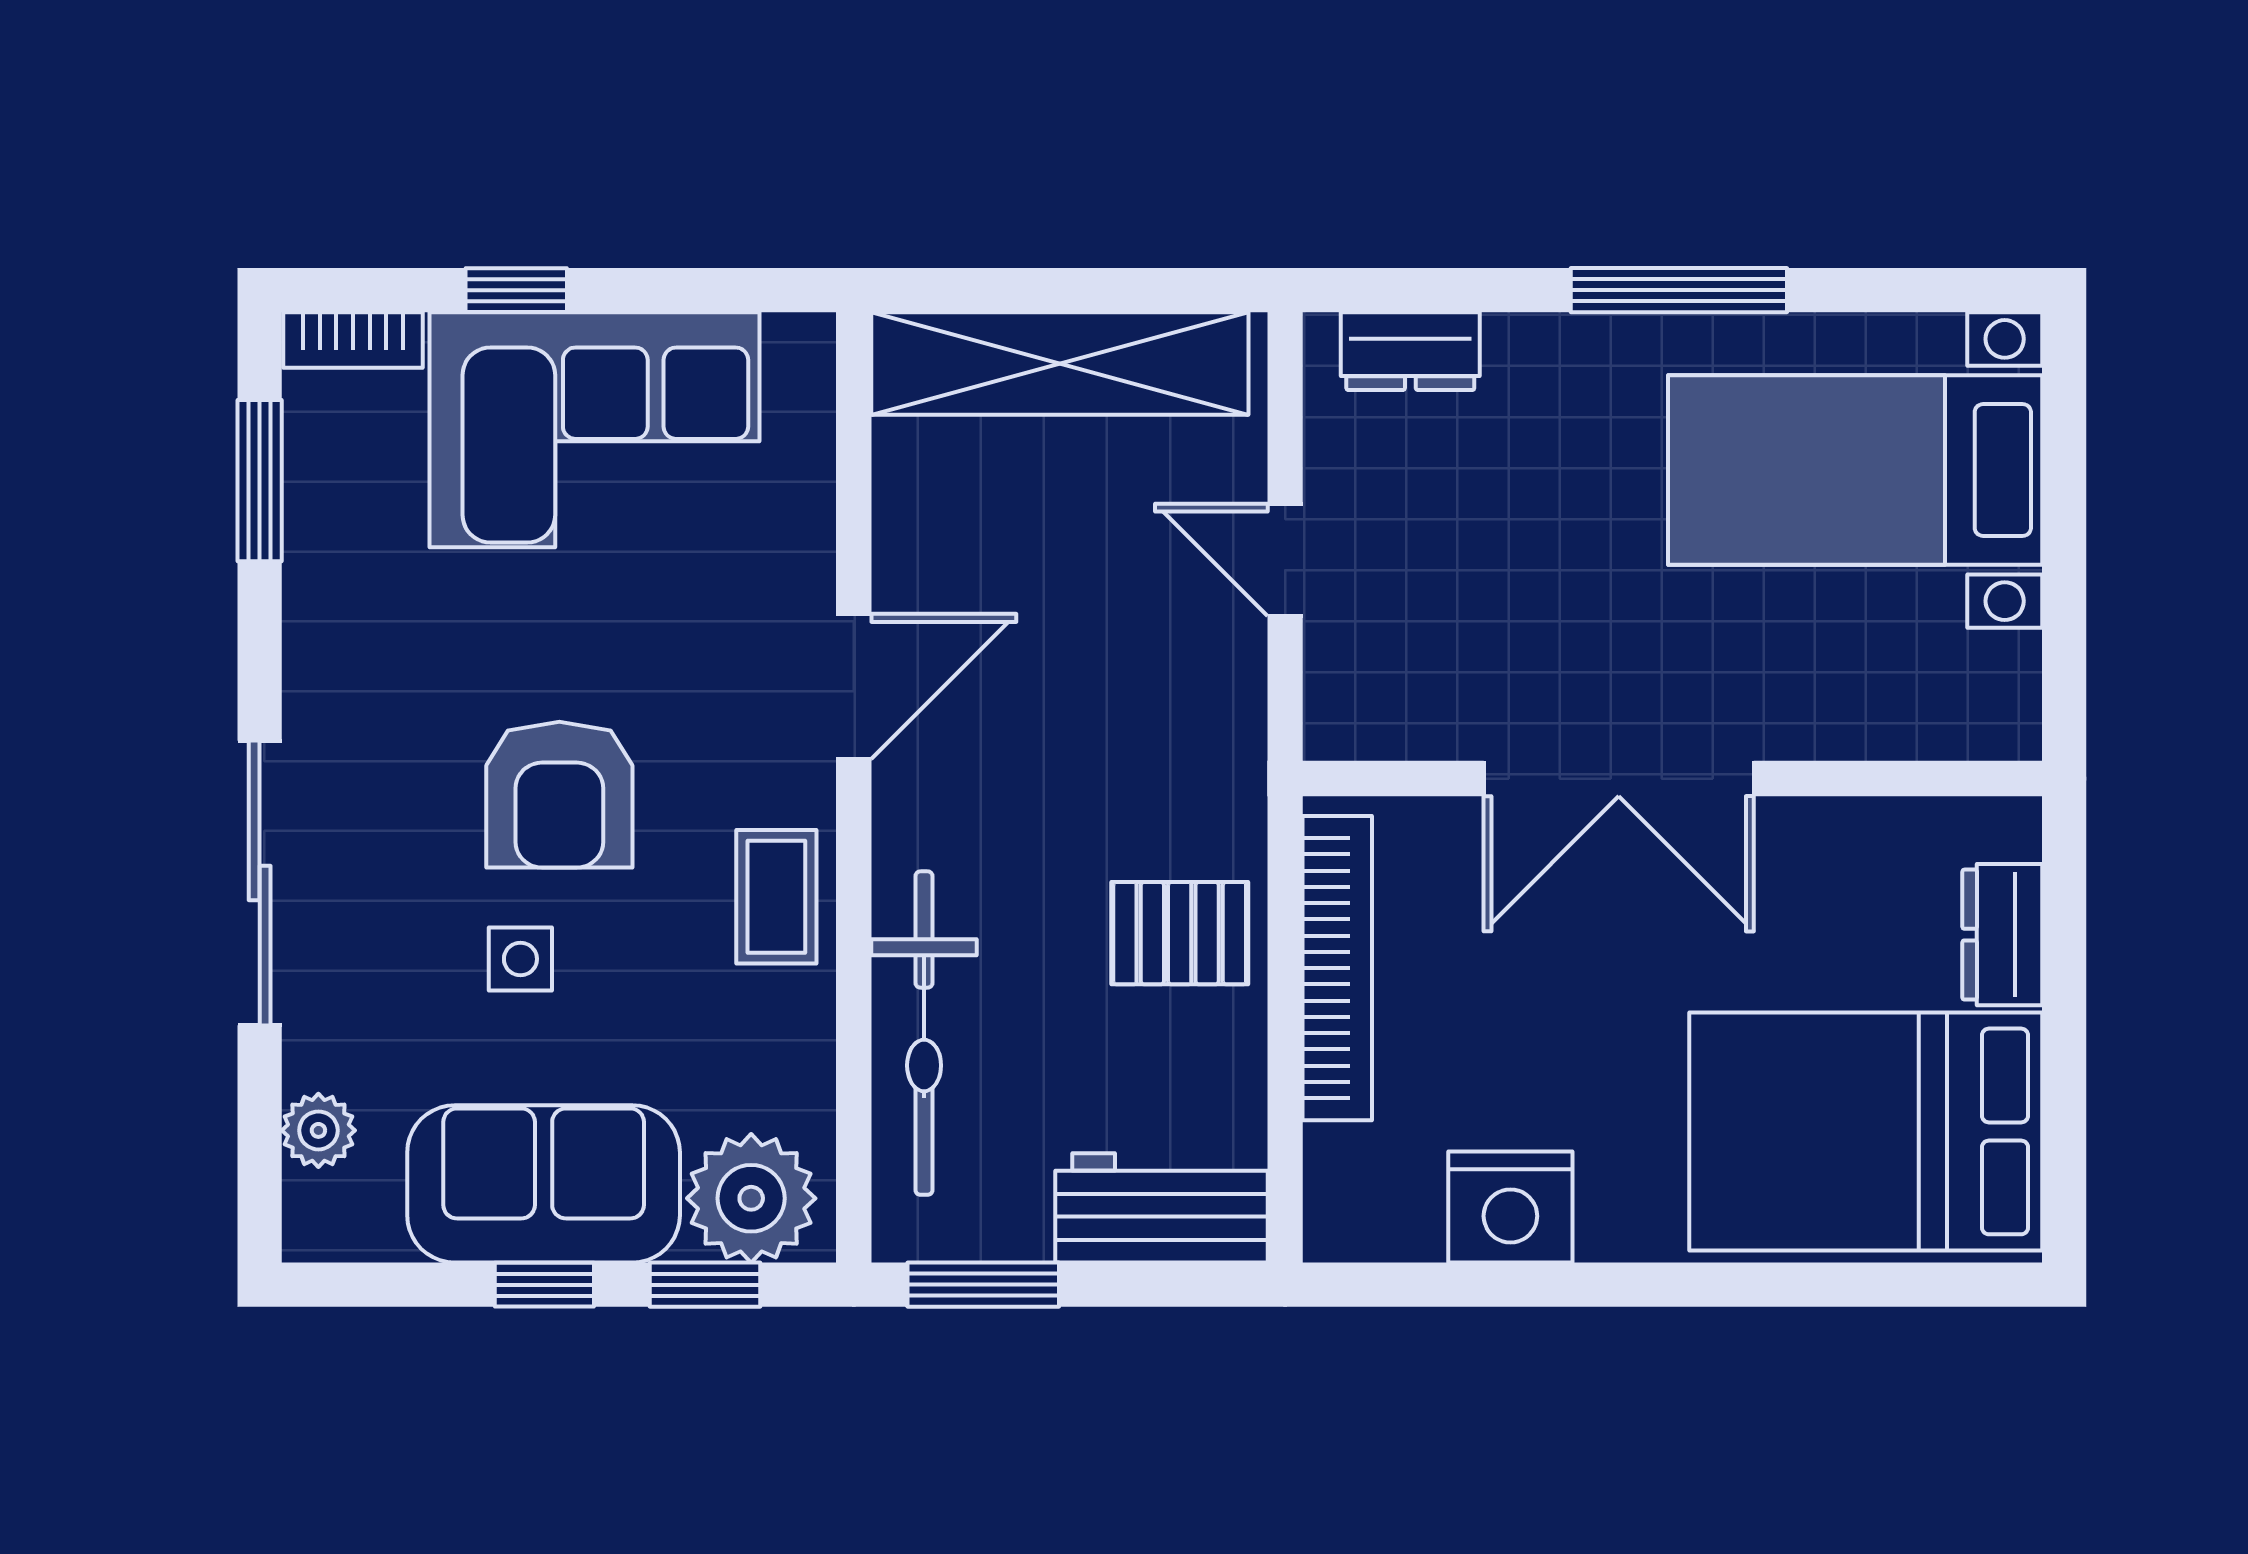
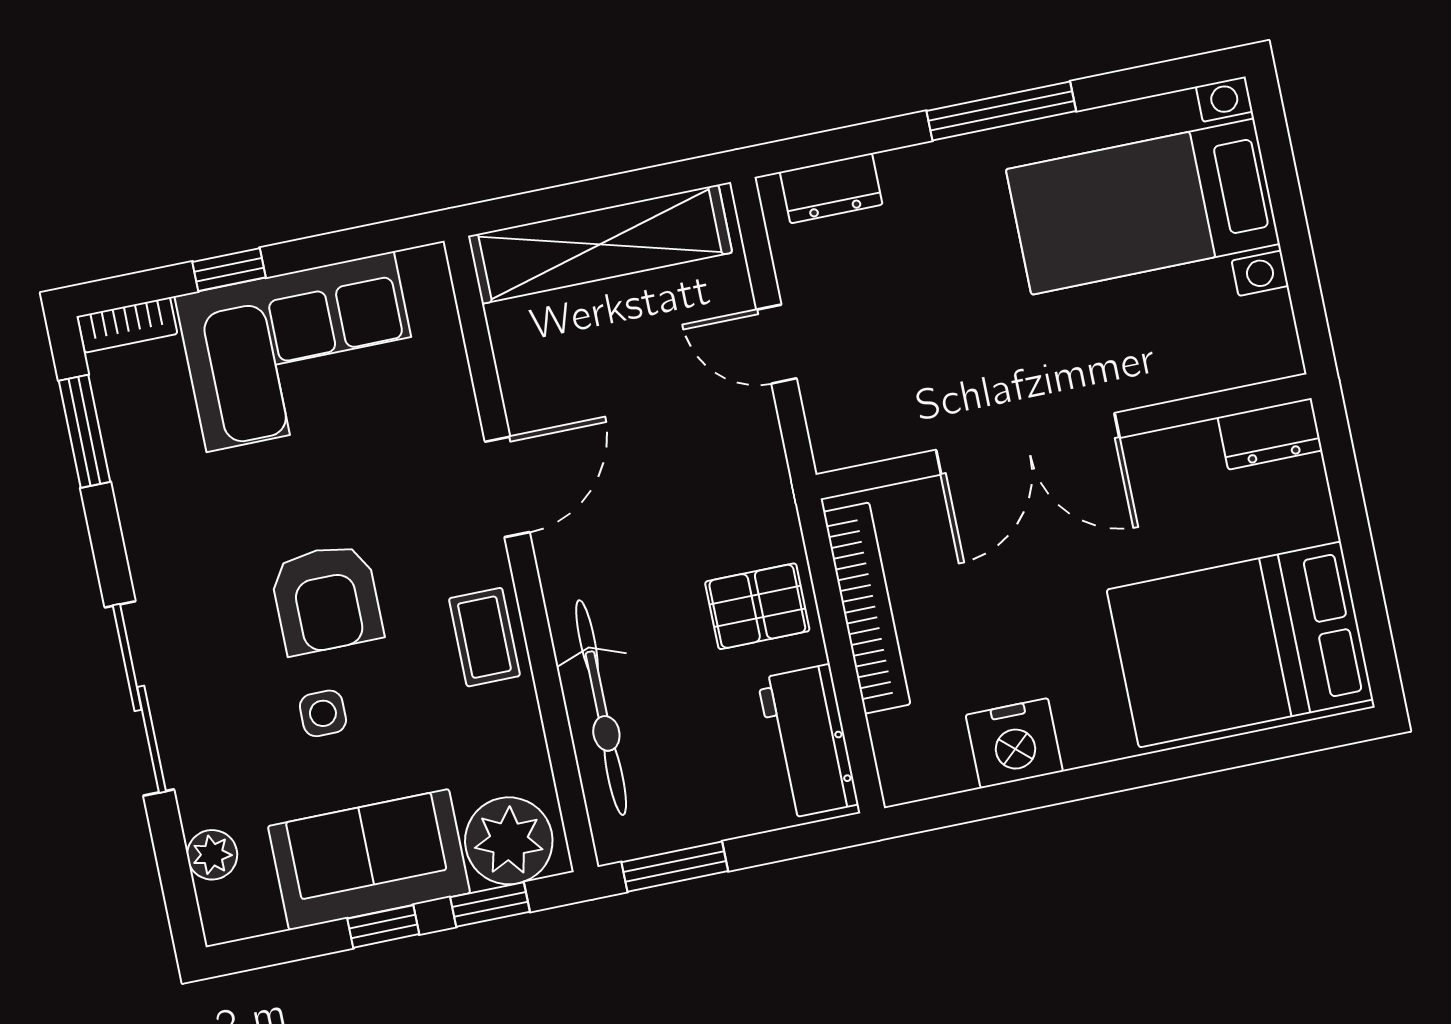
dresser: (2002, 935) -> (1270, 434), moved, turned -90
workbench: (1161, 1208) -> (808, 741), moved, turned -90

